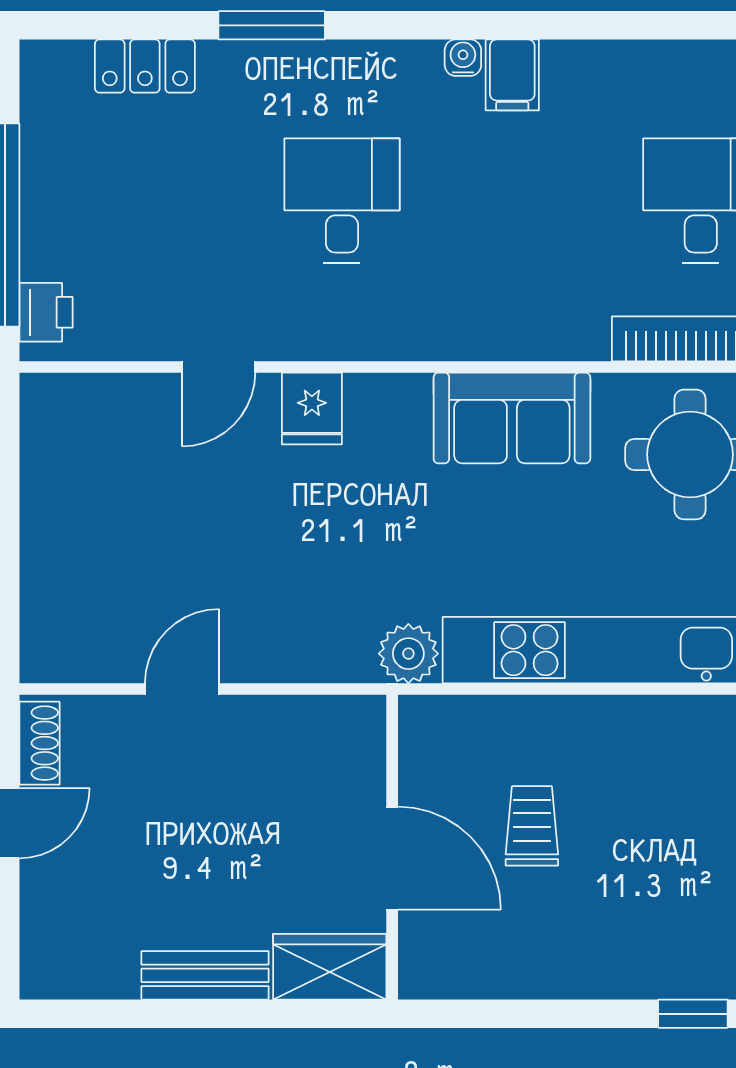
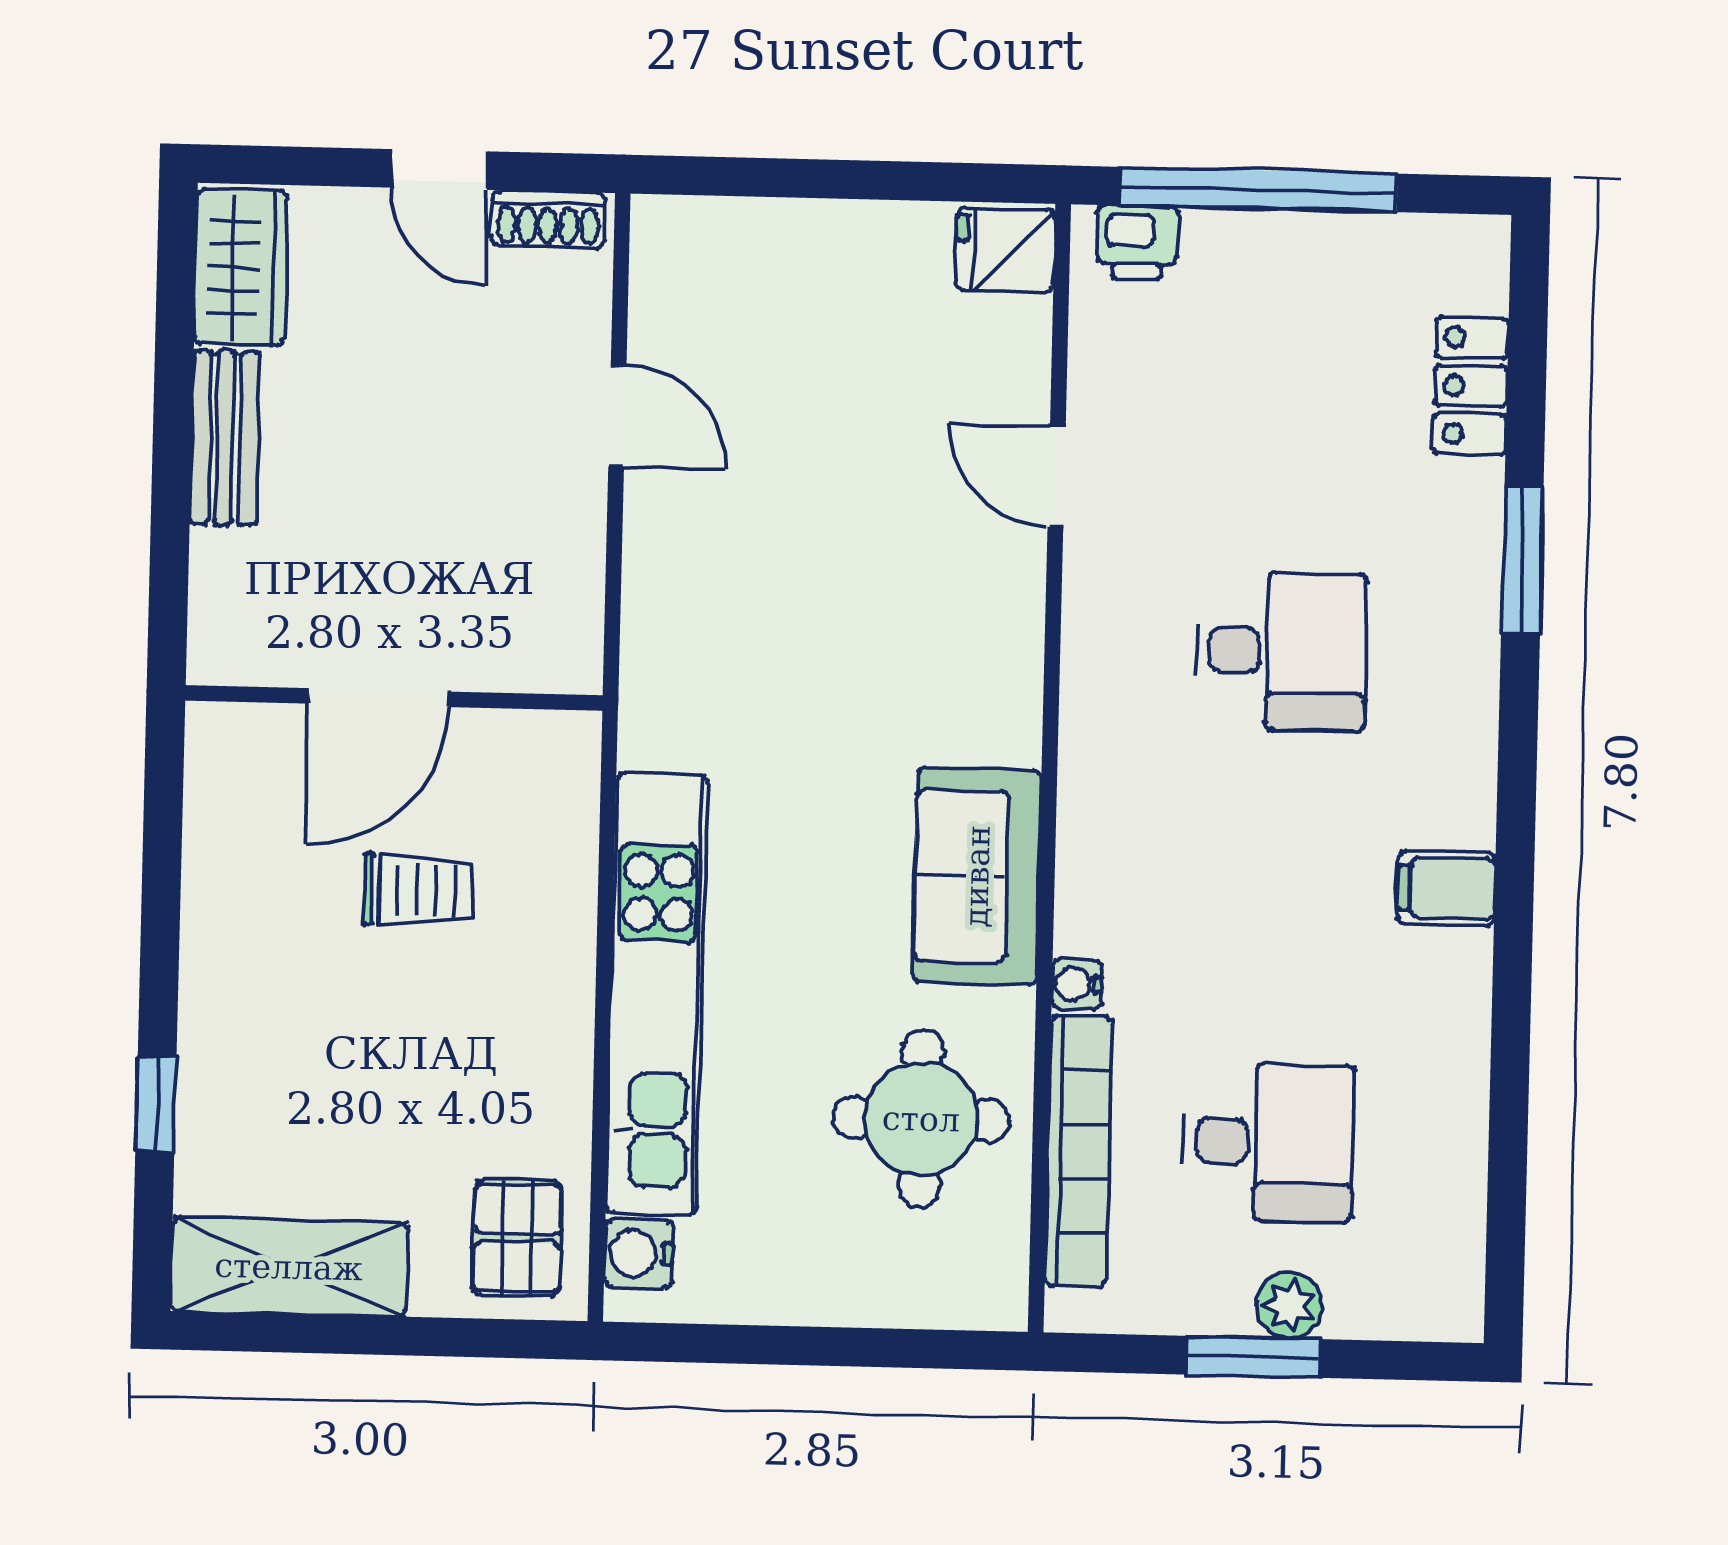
water cooler: (463, 58) -> (1077, 984), moved, turned 180
fridge: (312, 409) -> (1005, 250), moved
plant: (408, 654) -> (658, 727), removed
wardrobe: (330, 967) -> (241, 267), moved

